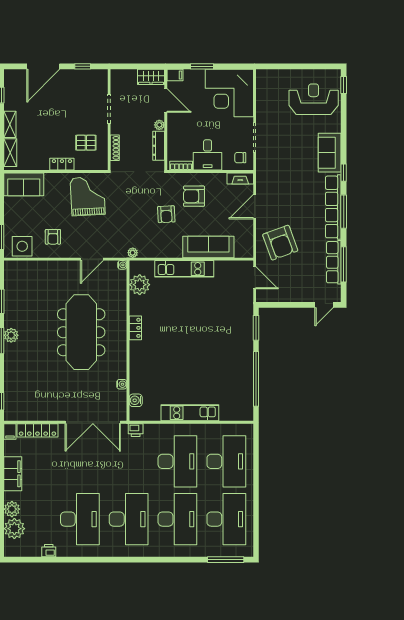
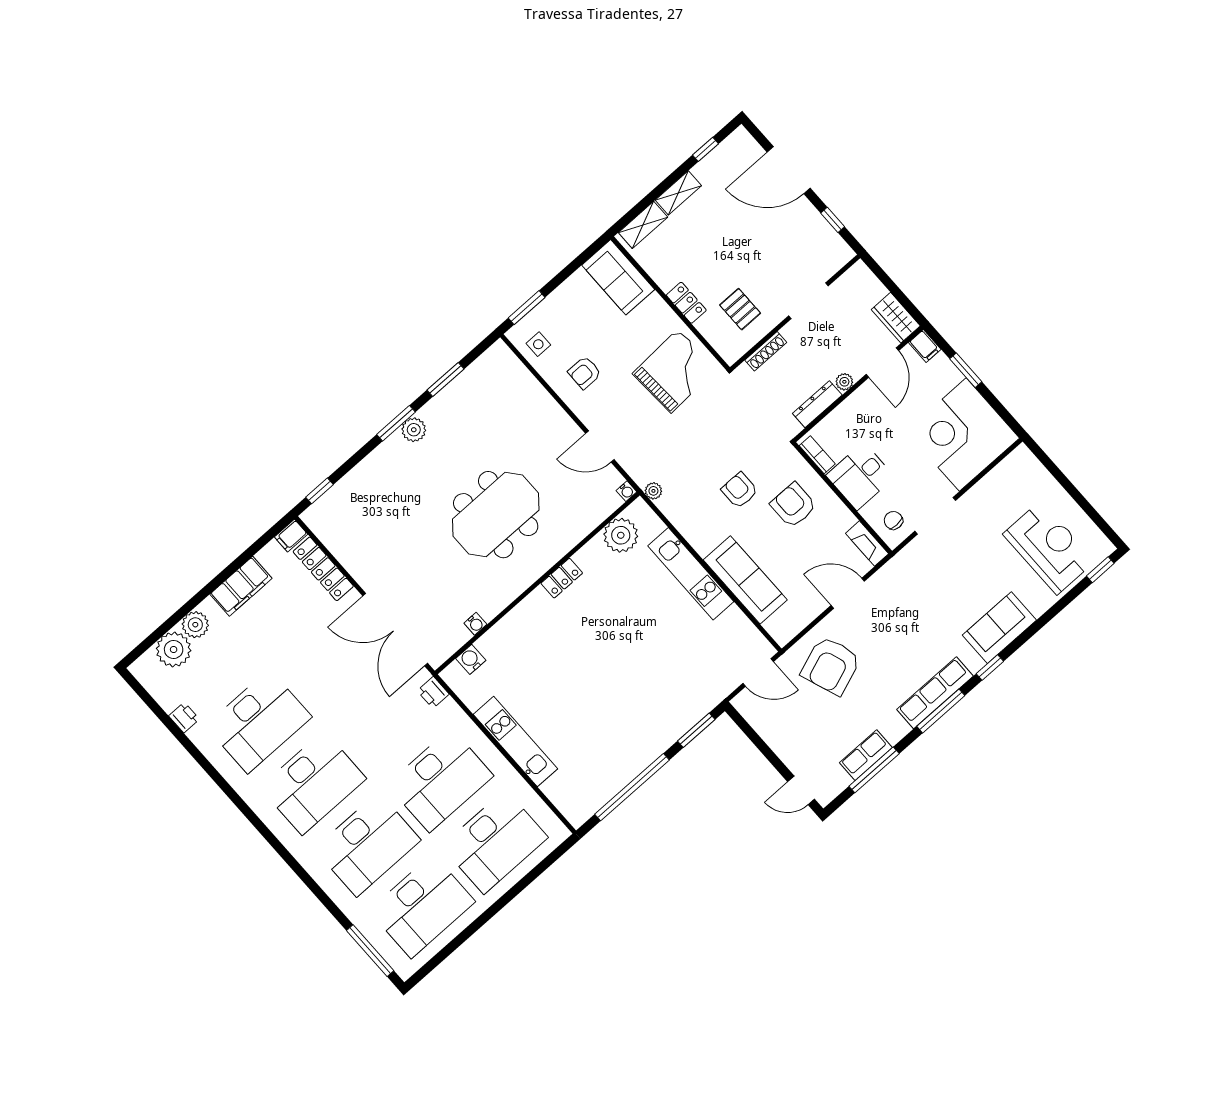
row of seats: (333, 207) -> (935, 693), width x0.73
armchair: (166, 214) -> (740, 490), turned 93
side table: (22, 246) -> (538, 344), width x0.54, depth x0.54
row of seats: (334, 262) -> (866, 755), width x0.68
door: (255, 278) -> (758, 673), hinge flipped
meeting table: (81, 332) -> (496, 515), width x0.73

